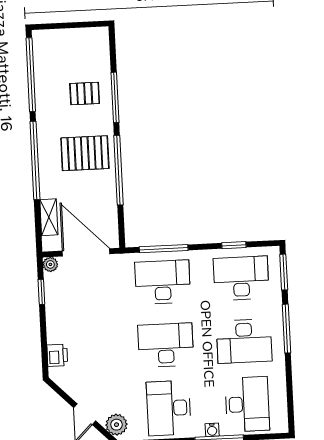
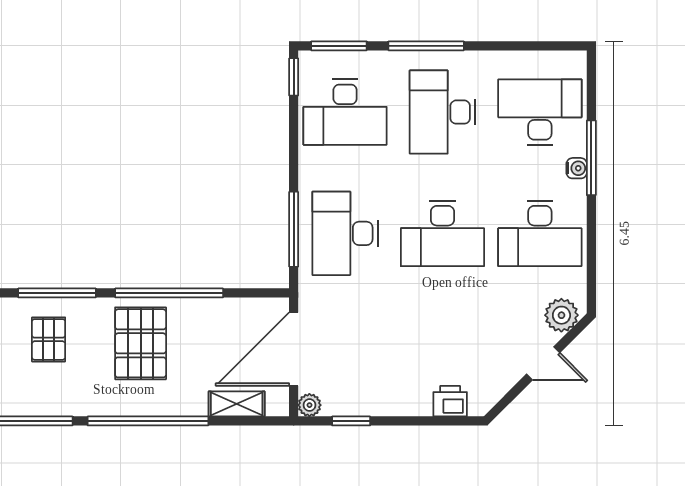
window: (234, 245) -> (294, 77), moved
desk: (241, 278) -> (345, 112), turned -90
desk: (244, 341) -> (442, 112), turned 180
desk: (166, 345) -> (442, 233), turned -90

